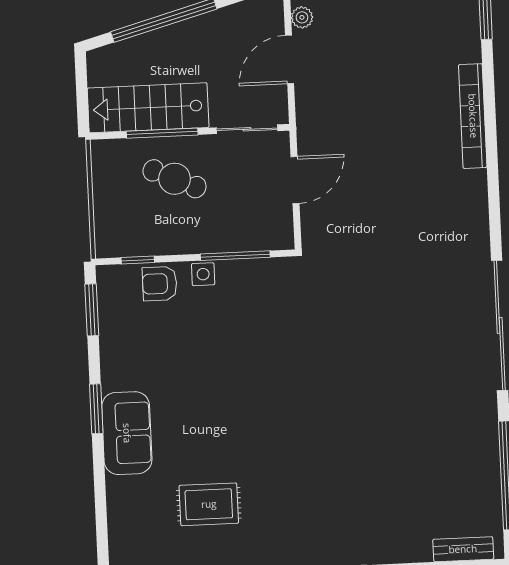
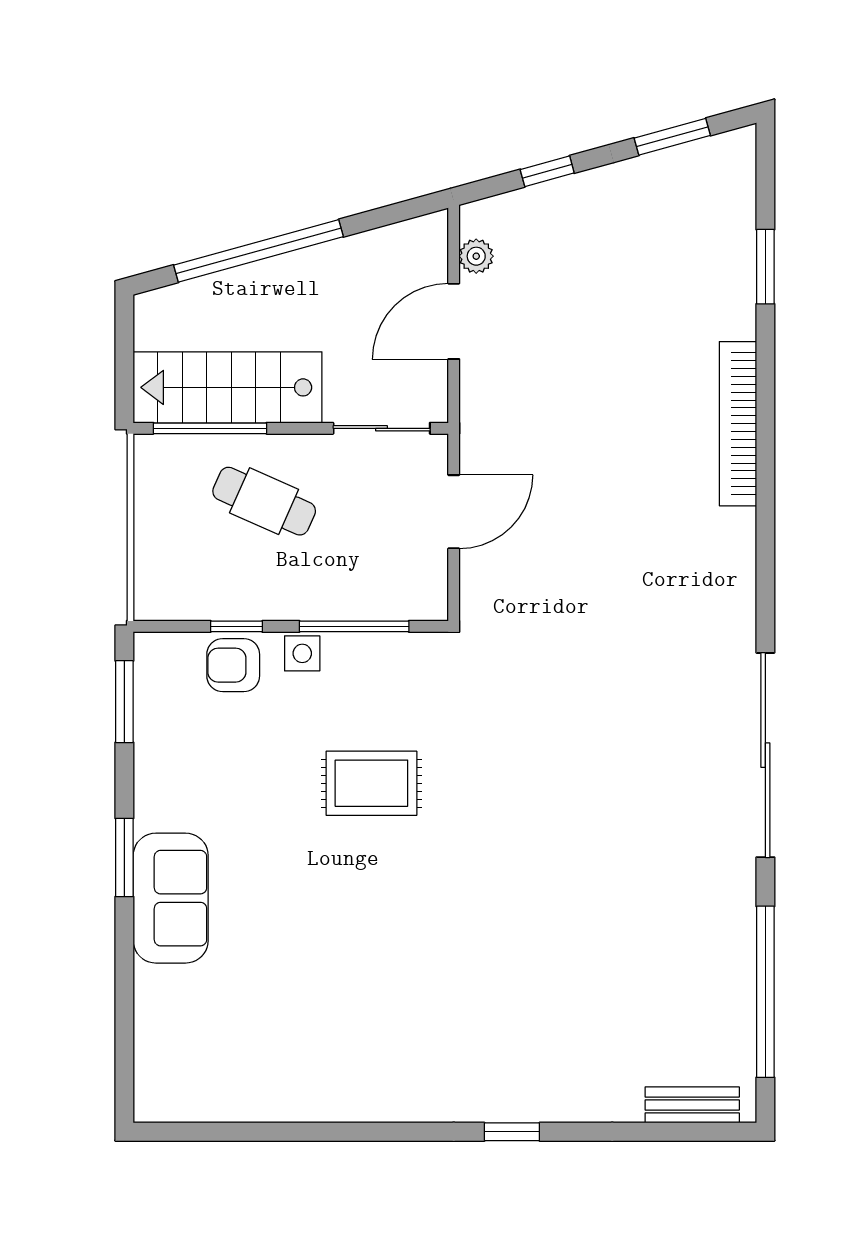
window: (162, 133) -> (210, 428), moved
window: (138, 260) -> (236, 626), moved
rug: (209, 504) -> (371, 783), moved

